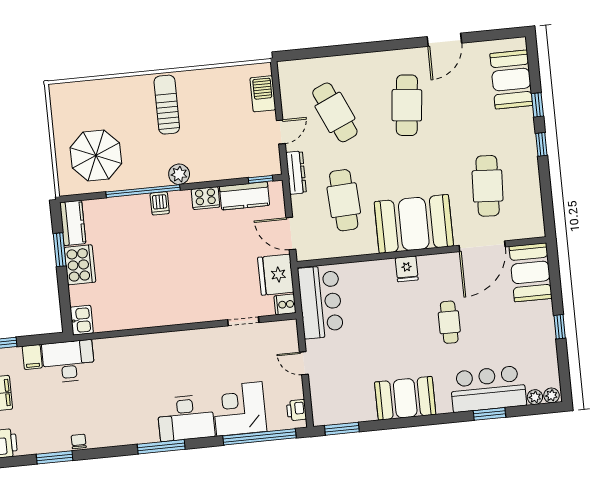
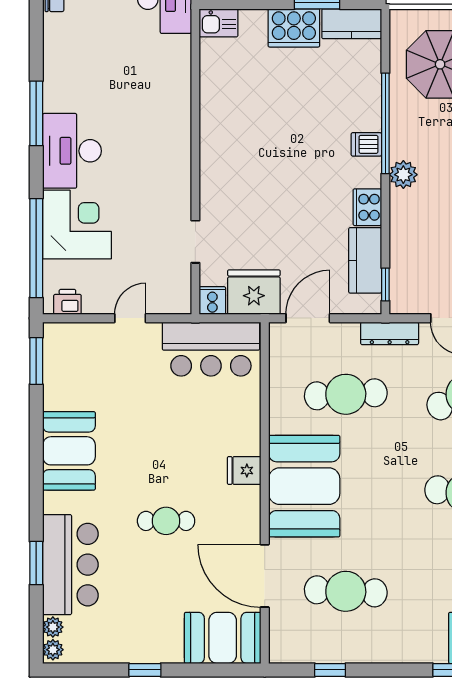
window: (541, 144) -> (330, 670), moved

